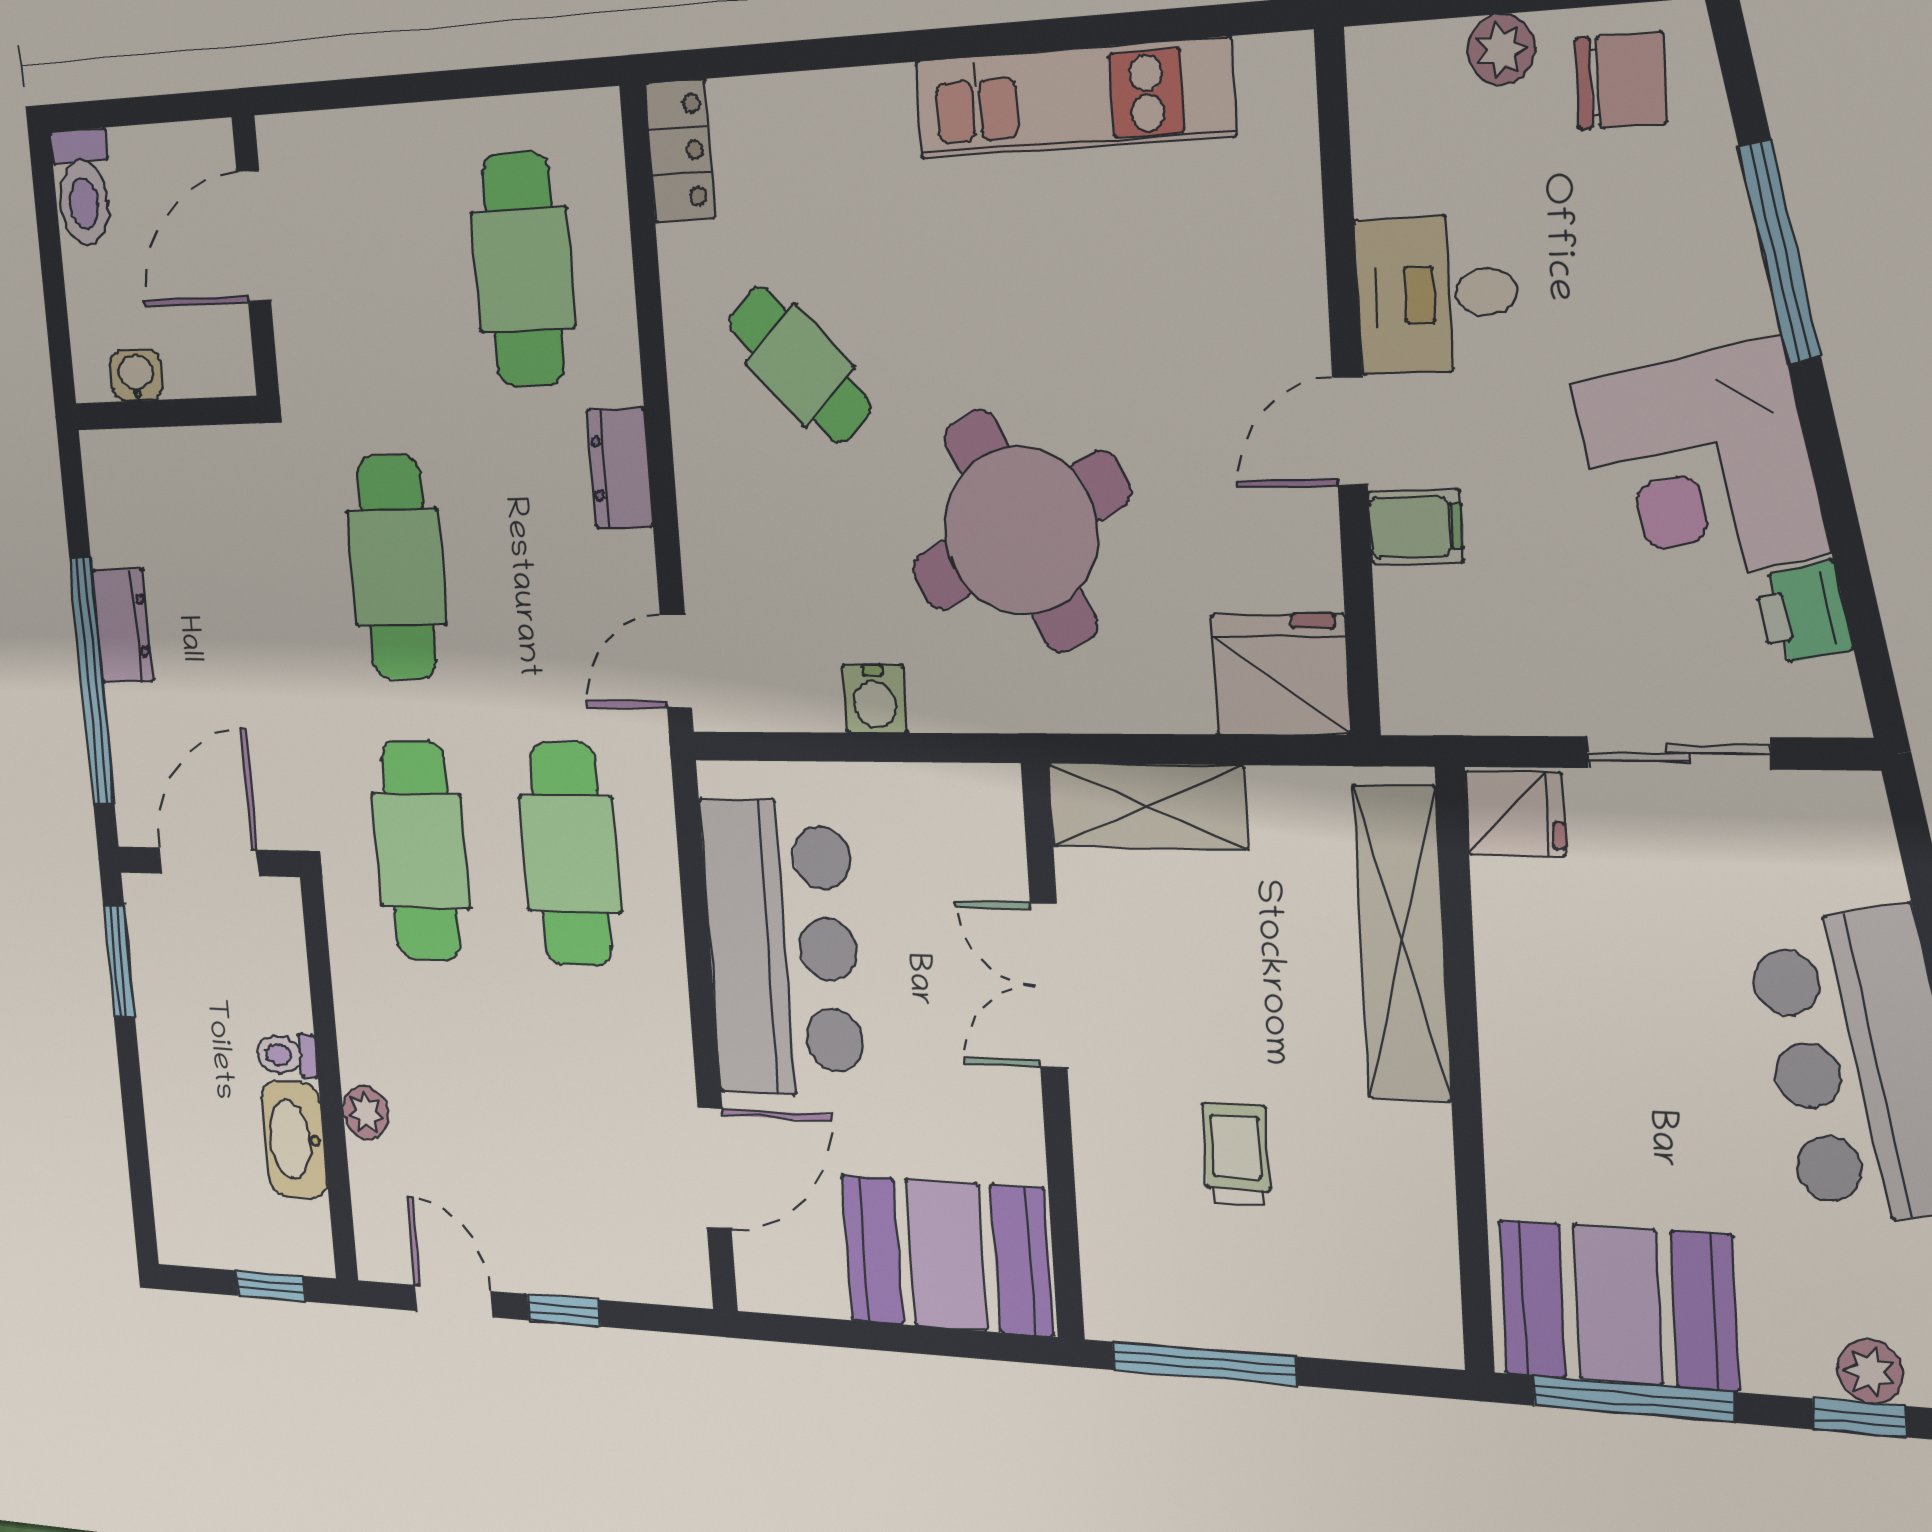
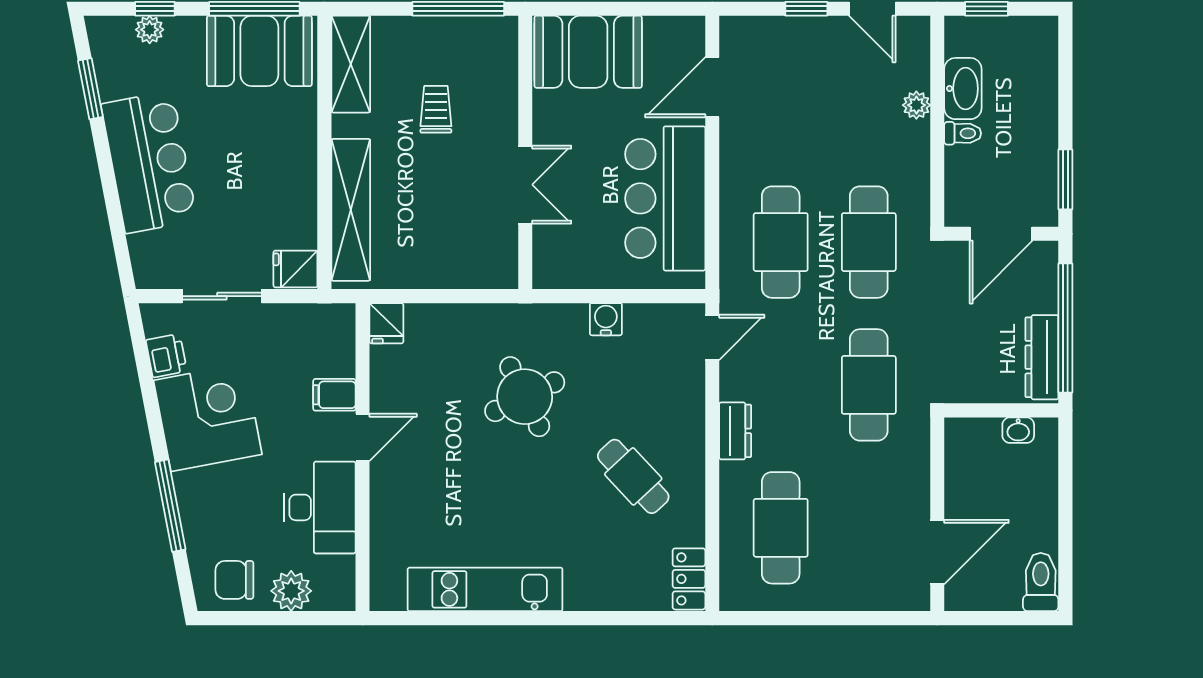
plant: (1501, 49) -> (291, 591), width x1.38, depth x1.38
desk: (1437, 294) -> (320, 507), width x1.37
washbasin: (136, 375) -> (1018, 430), moved
wall: (166, 413) -> (1001, 410), moved
round table: (1021, 531) -> (525, 397), width x0.73, depth x0.73
dresser: (123, 626) -> (1042, 357), width x1.44
fridge: (1280, 675) -> (386, 323), width x0.53, depth x0.75
shelving: (1147, 806) -> (351, 64), moved, turned 90
trolley: (1236, 1154) -> (436, 109), turned 180

